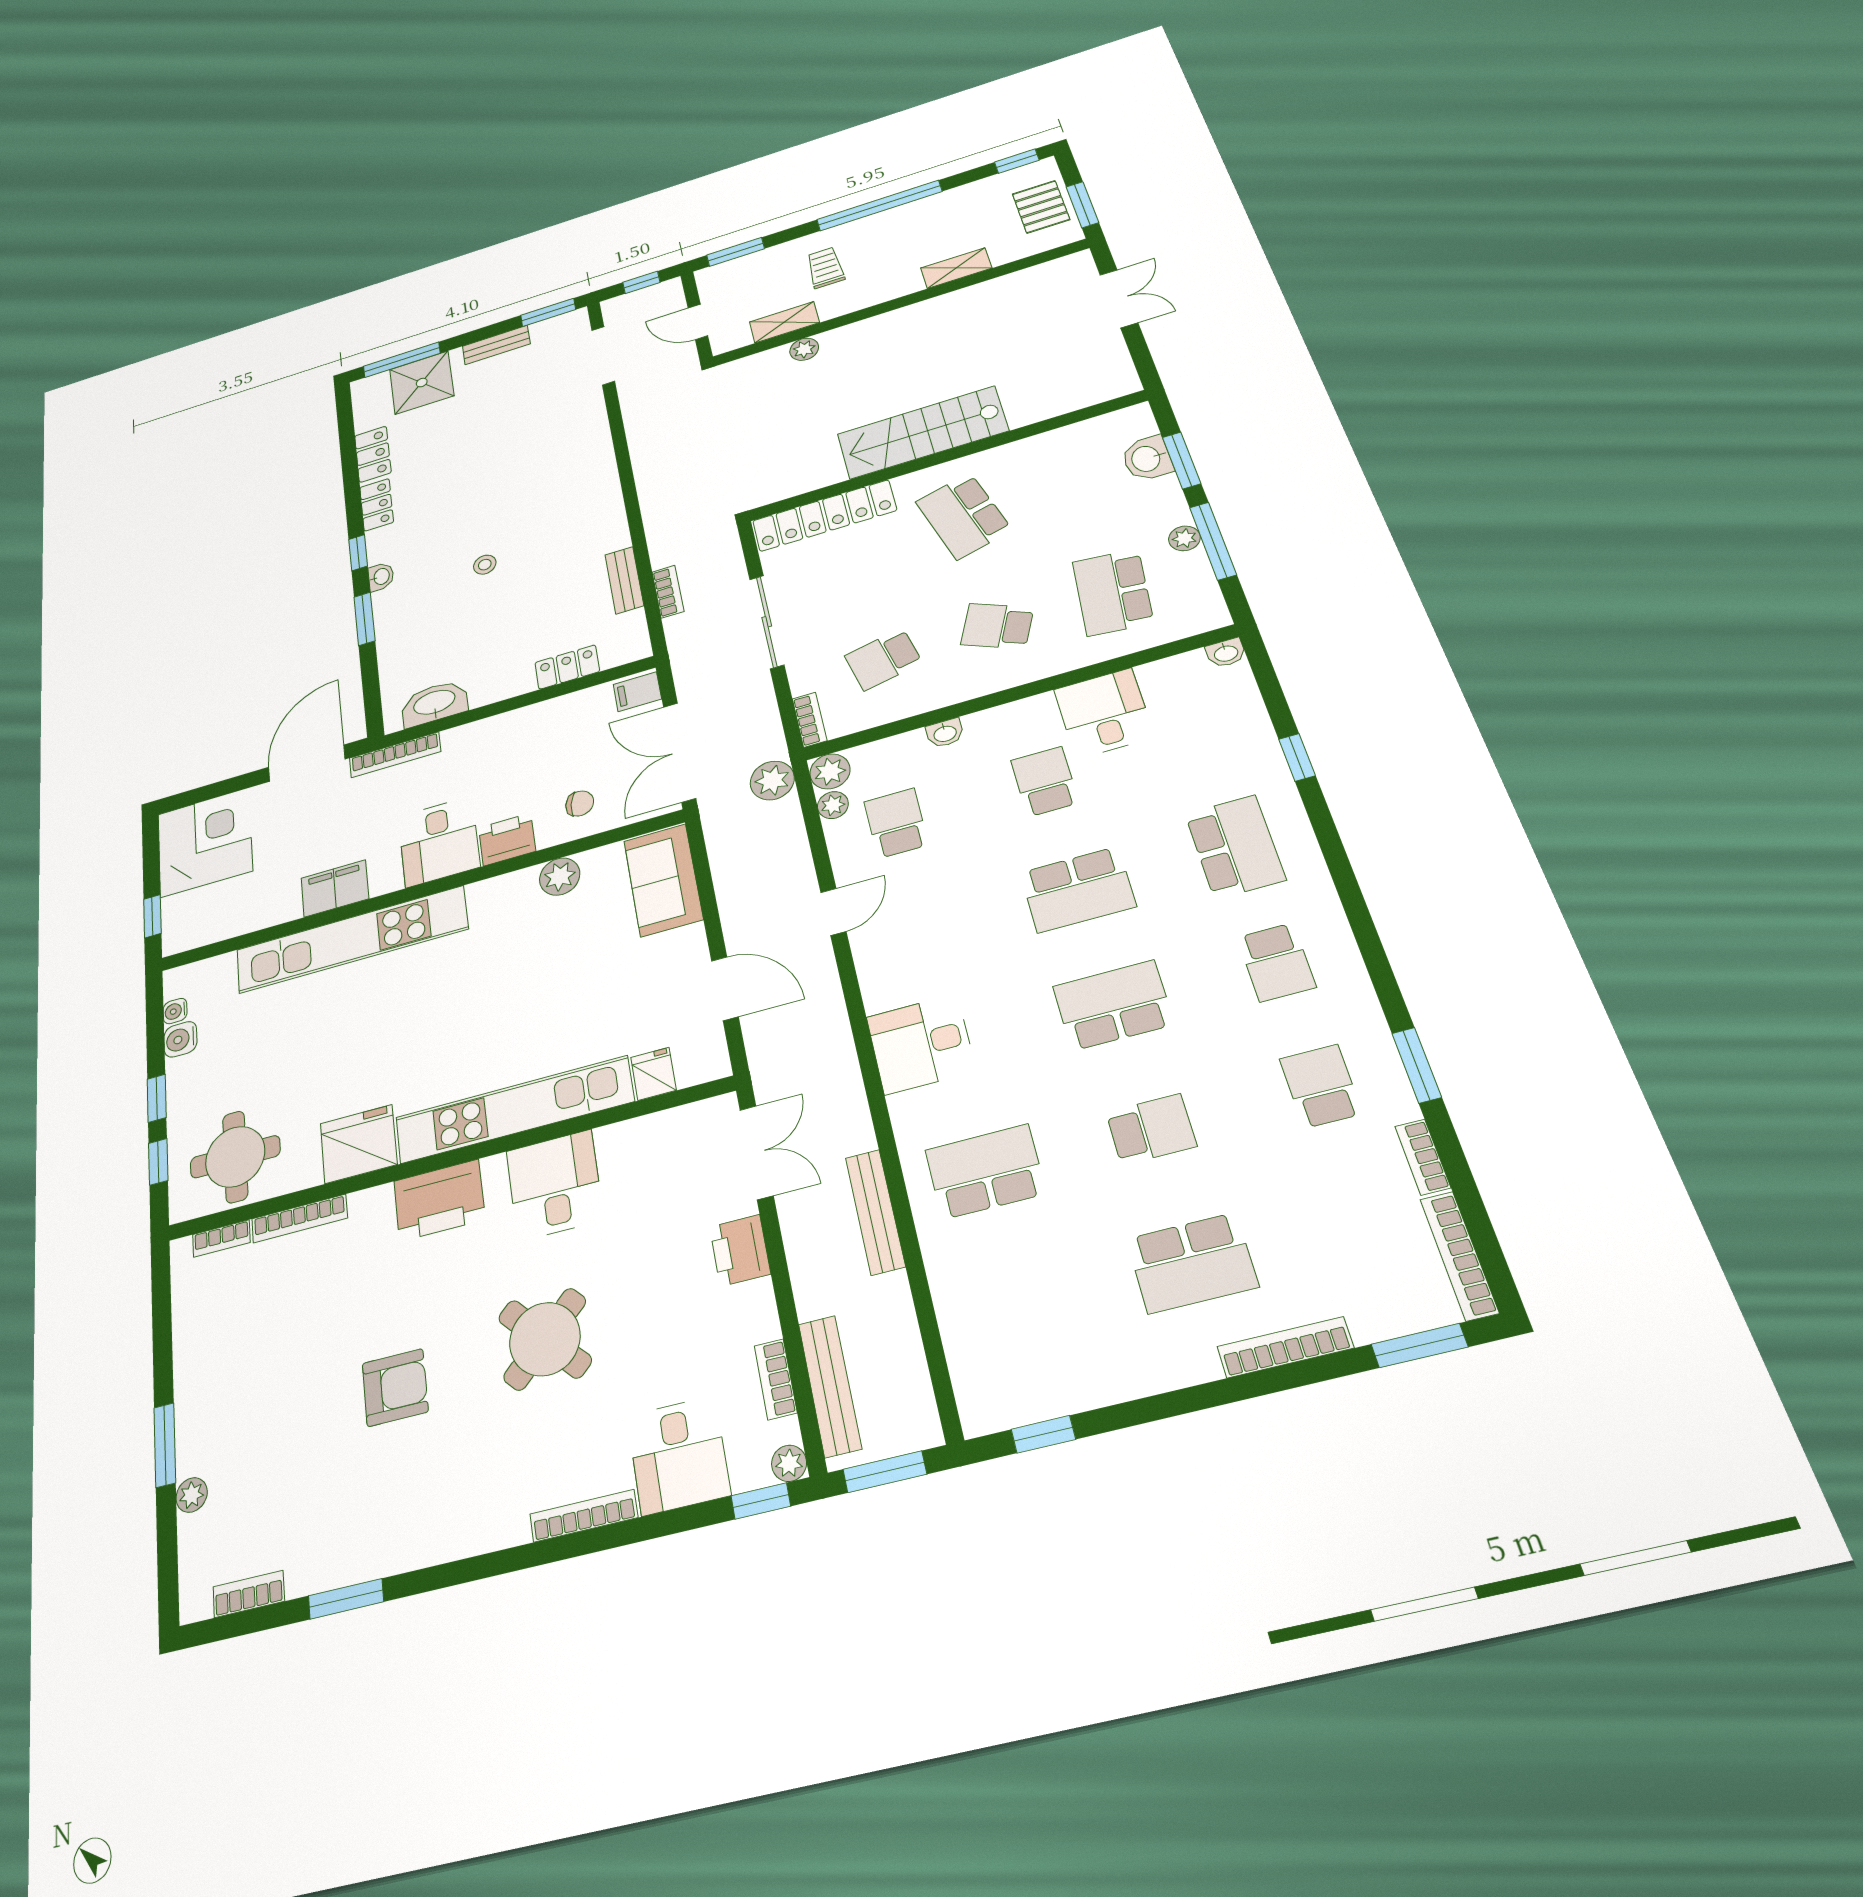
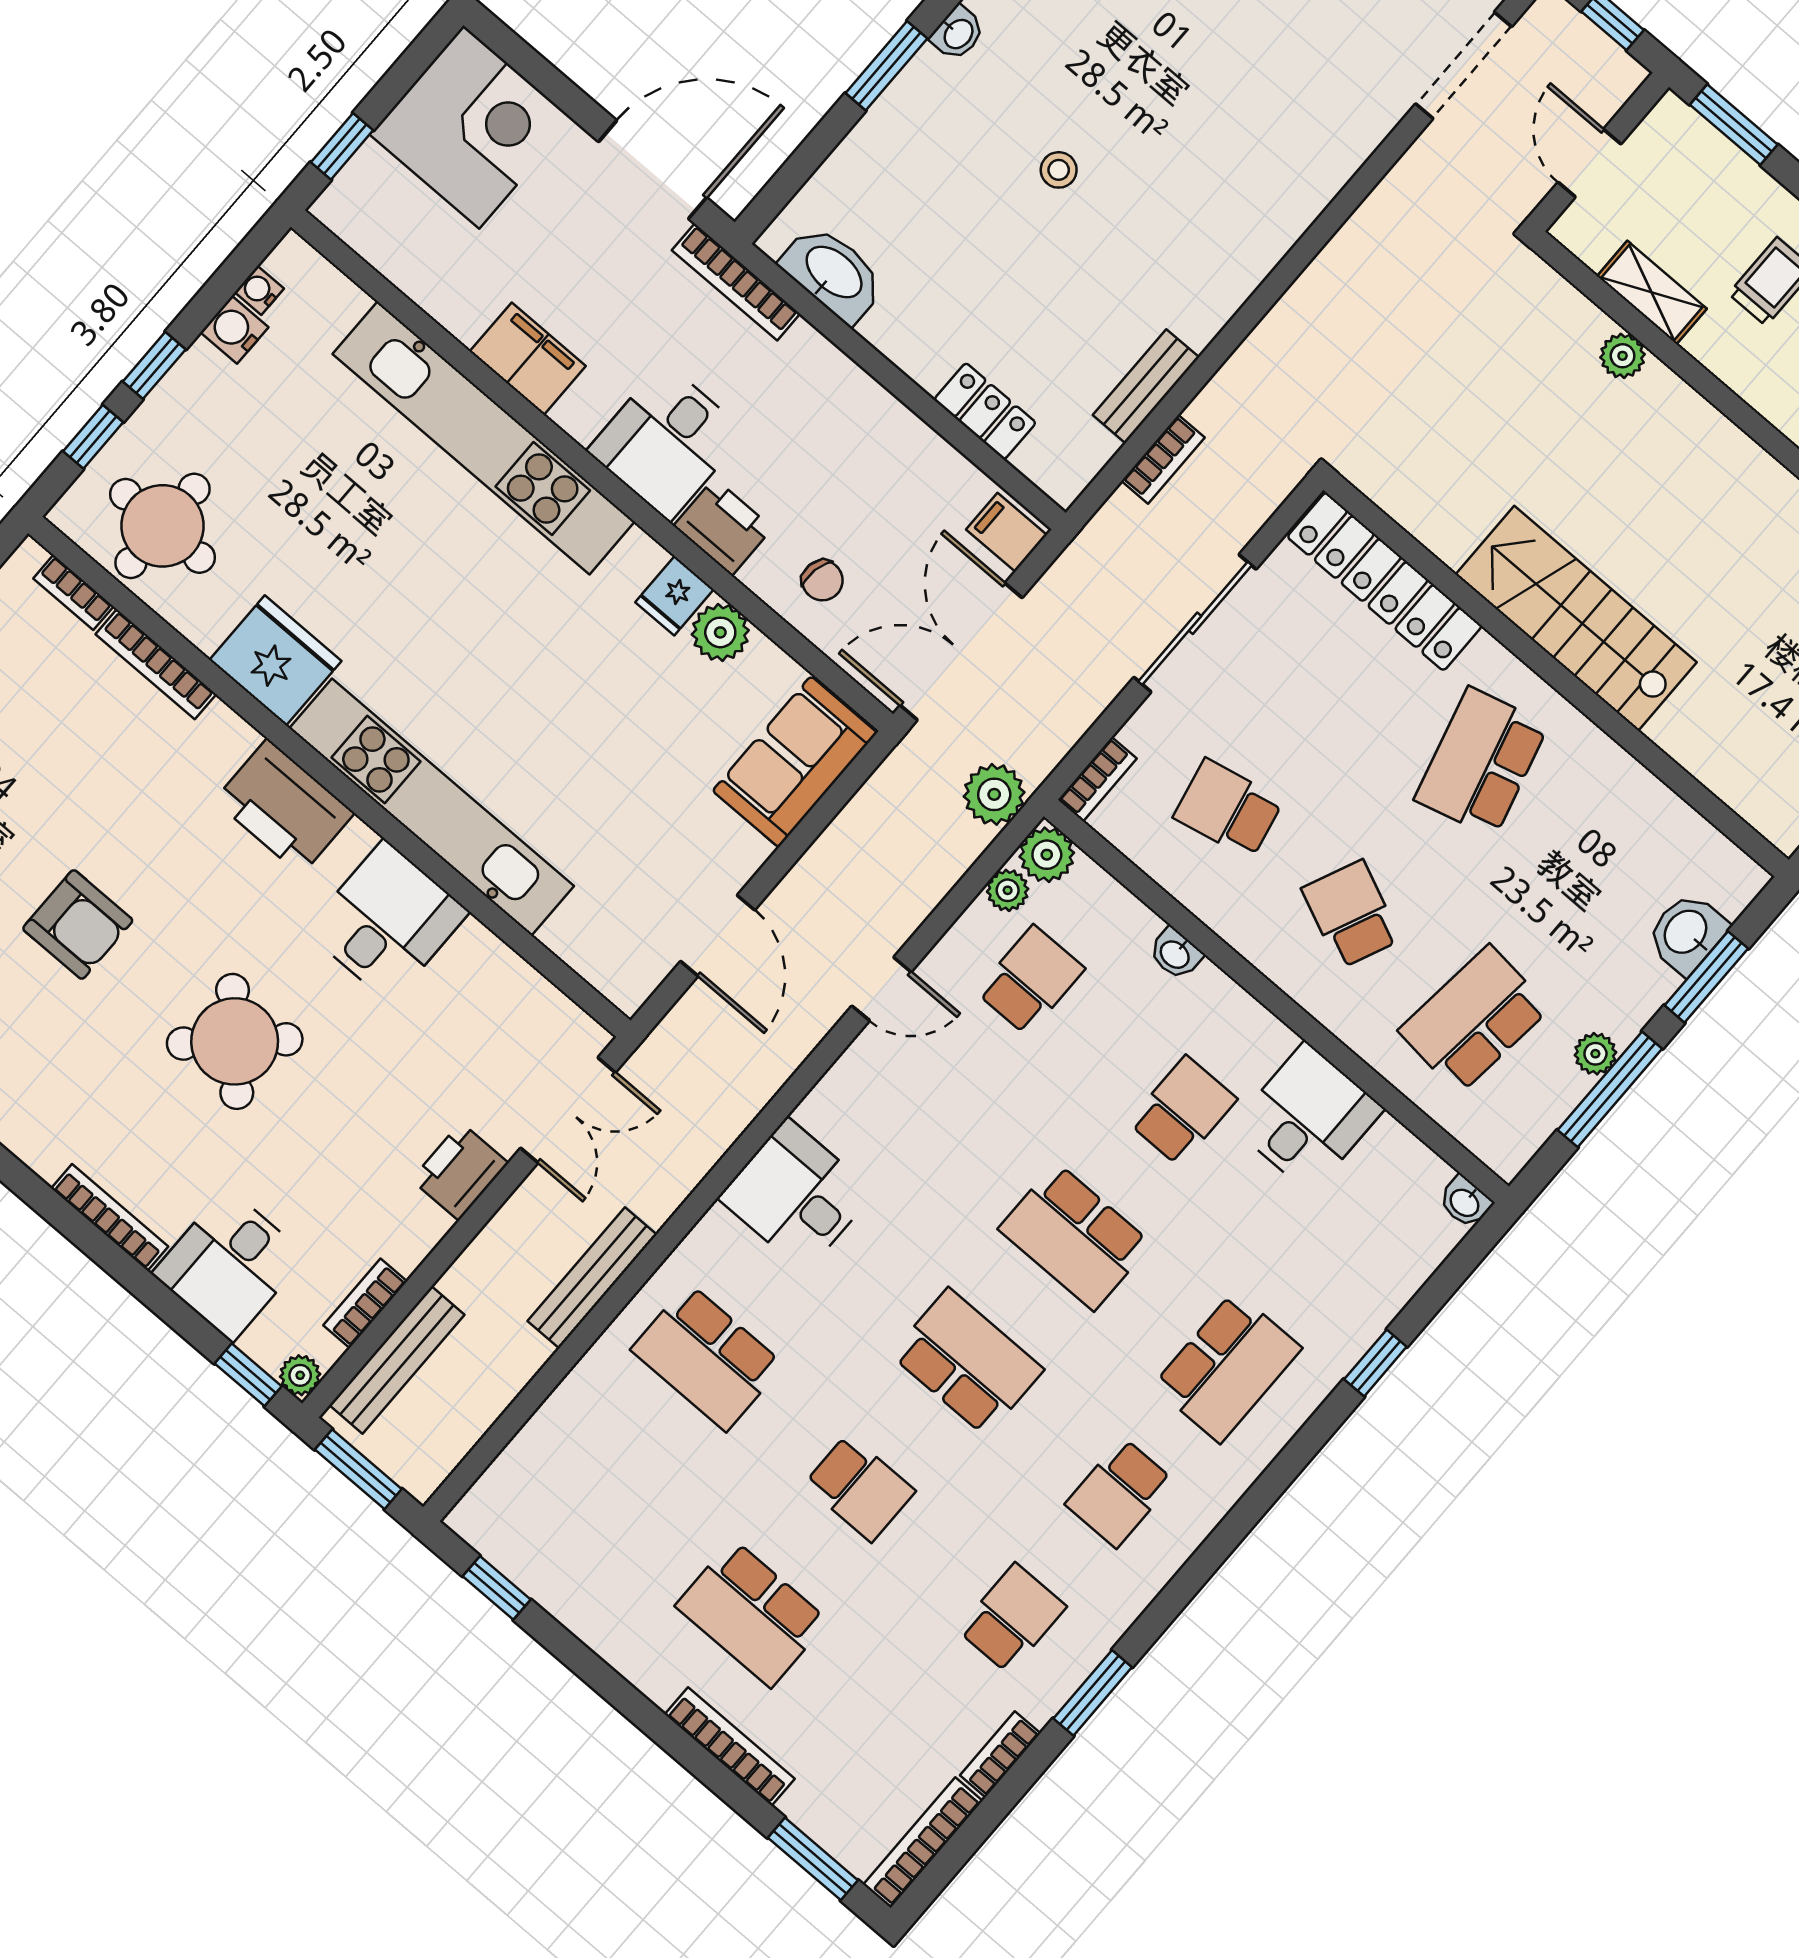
fridge: (654, 1074) -> (675, 596), moved, turned 180
school desk: (985, 1172) -> (707, 1357), turned 180

